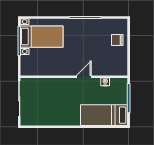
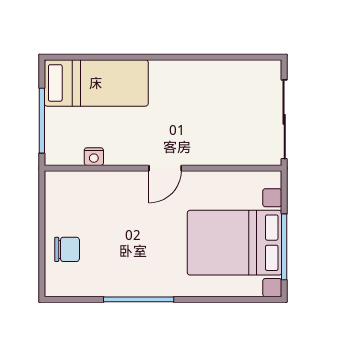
bed with nightstands: (42, 37) -> (235, 243), width x1.36
door: (84, 77) -> (165, 168), moved

